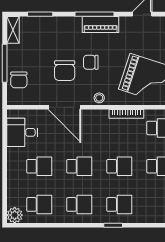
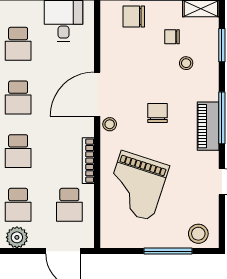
stool: (54, 41) -> (186, 63), added
chair: (65, 71) -> (172, 37), moved, width x0.54, depth x0.54
door: (64, 107) -> (97, 94), moved

